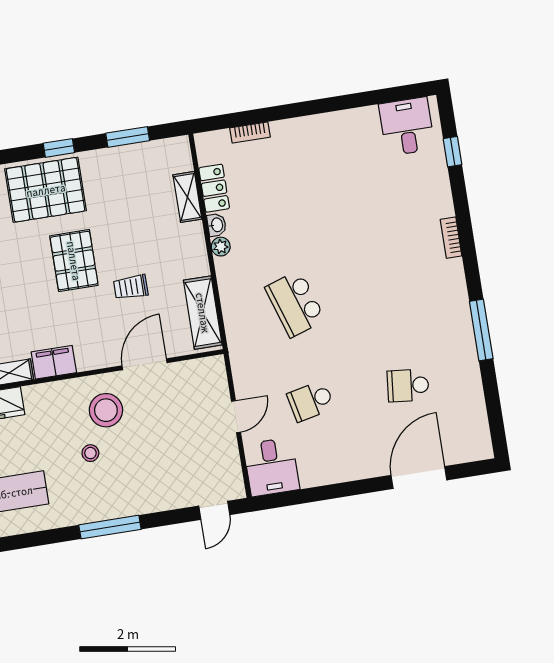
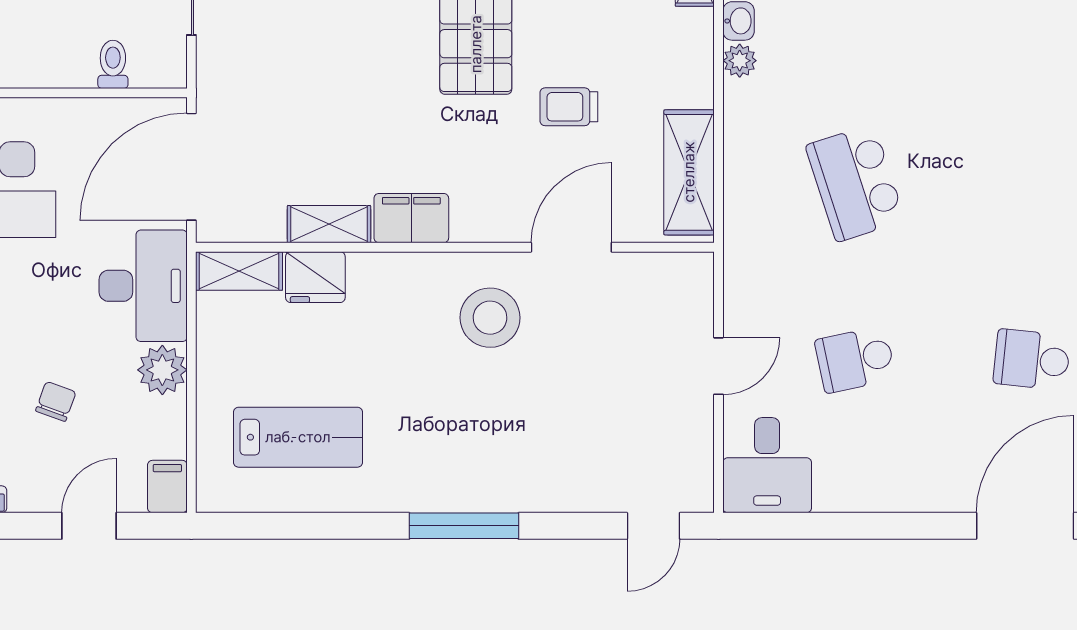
stool: (90, 453) -> (450, 389), removed

